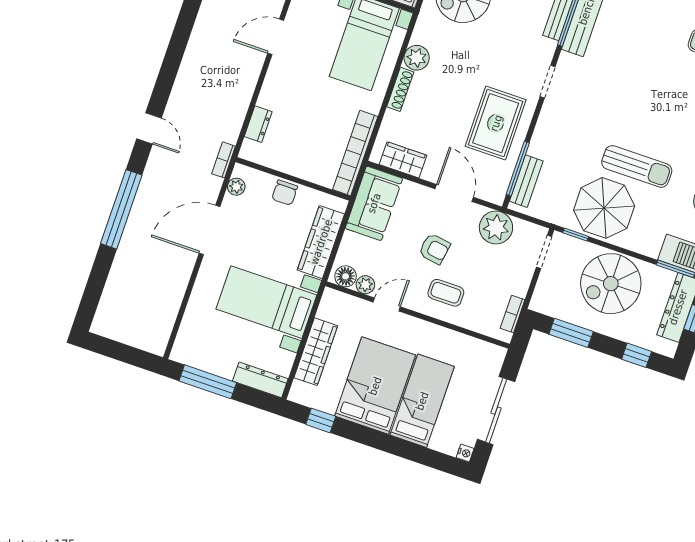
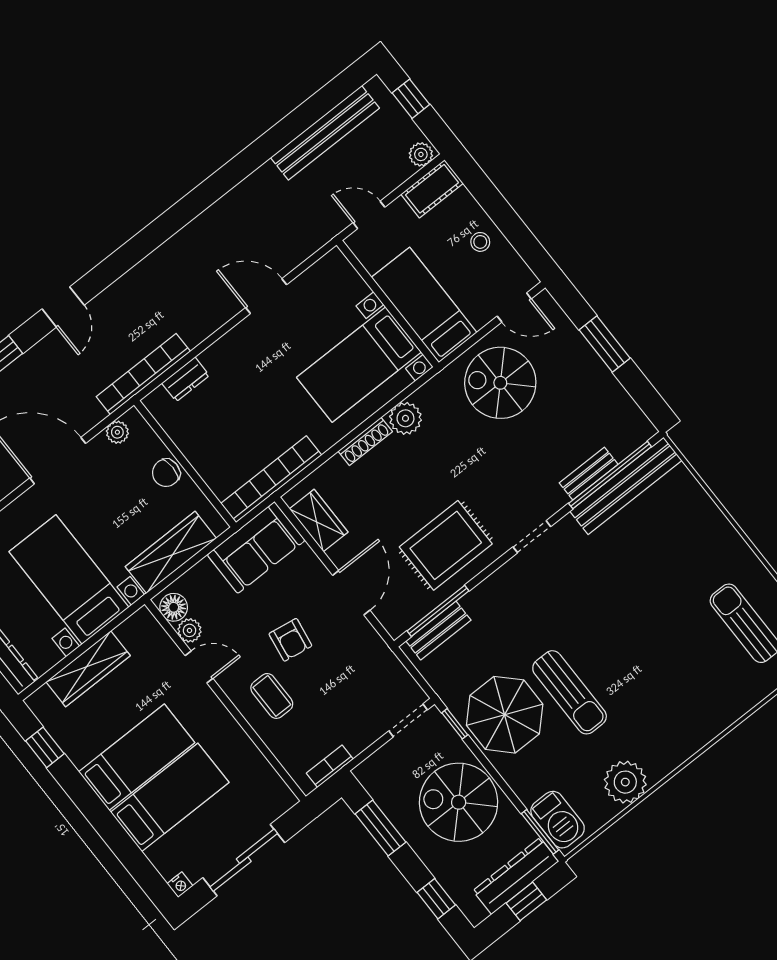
bookcase: (224, 160) -> (143, 374), width x2.31, depth x1.31
plant: (496, 228) -> (373, 660), removed
bed: (375, 386) -> (137, 757), width x0.67

